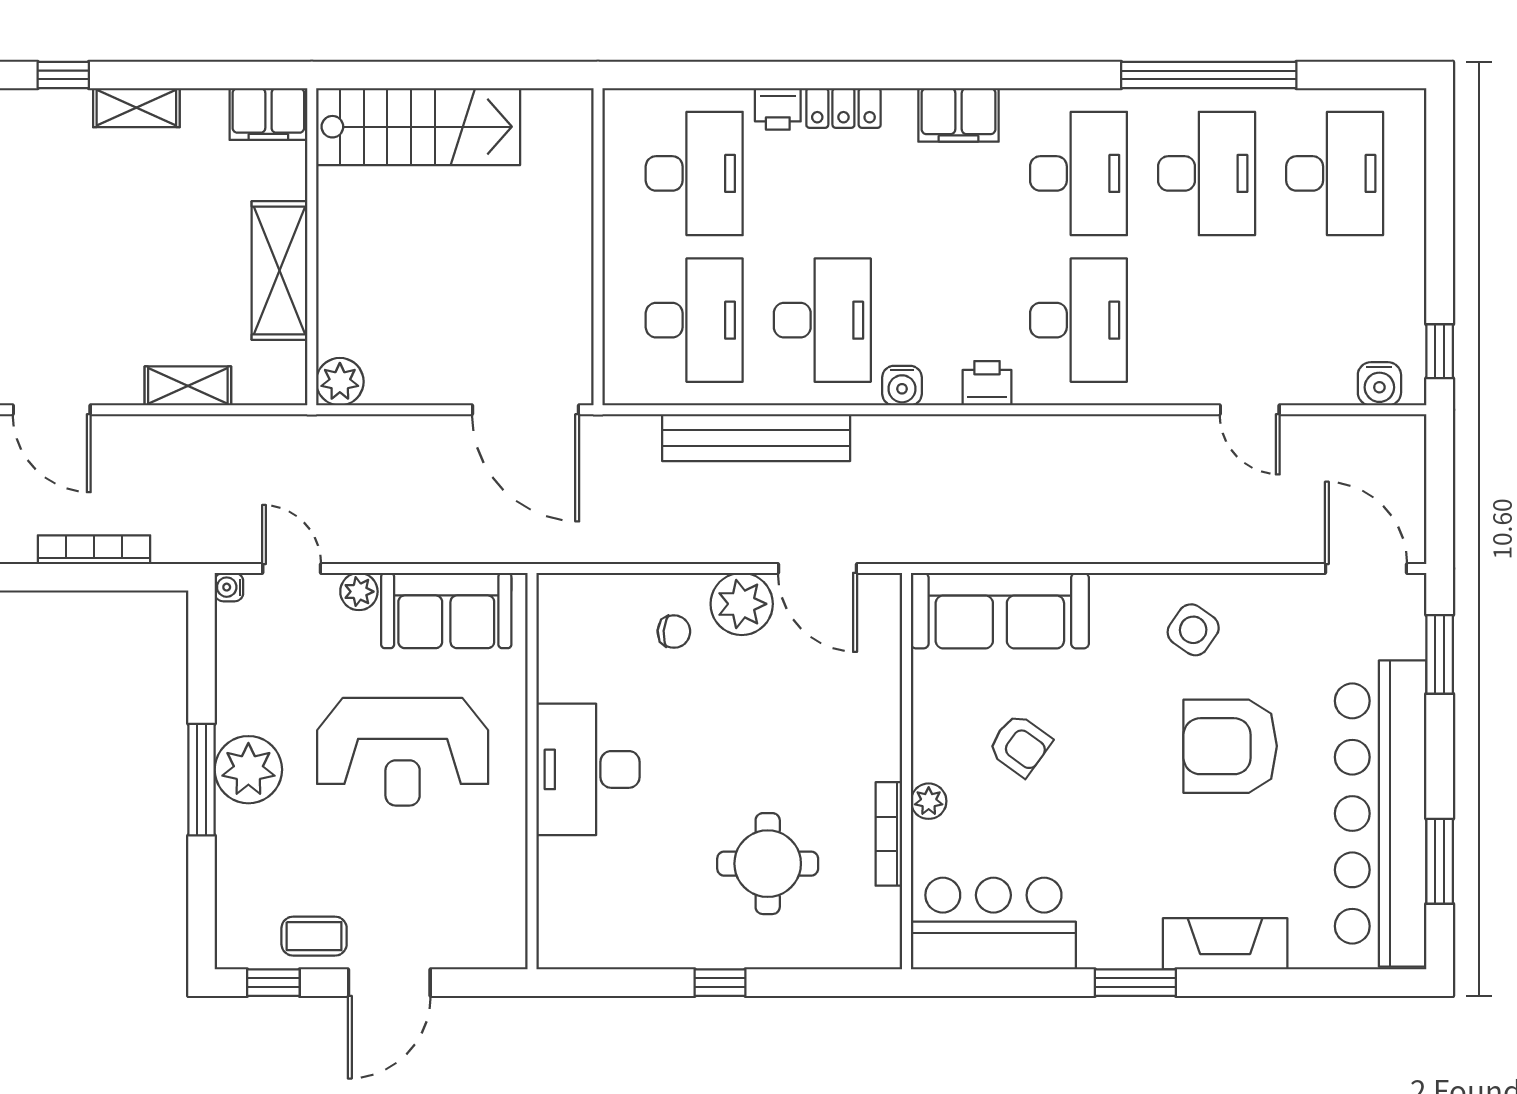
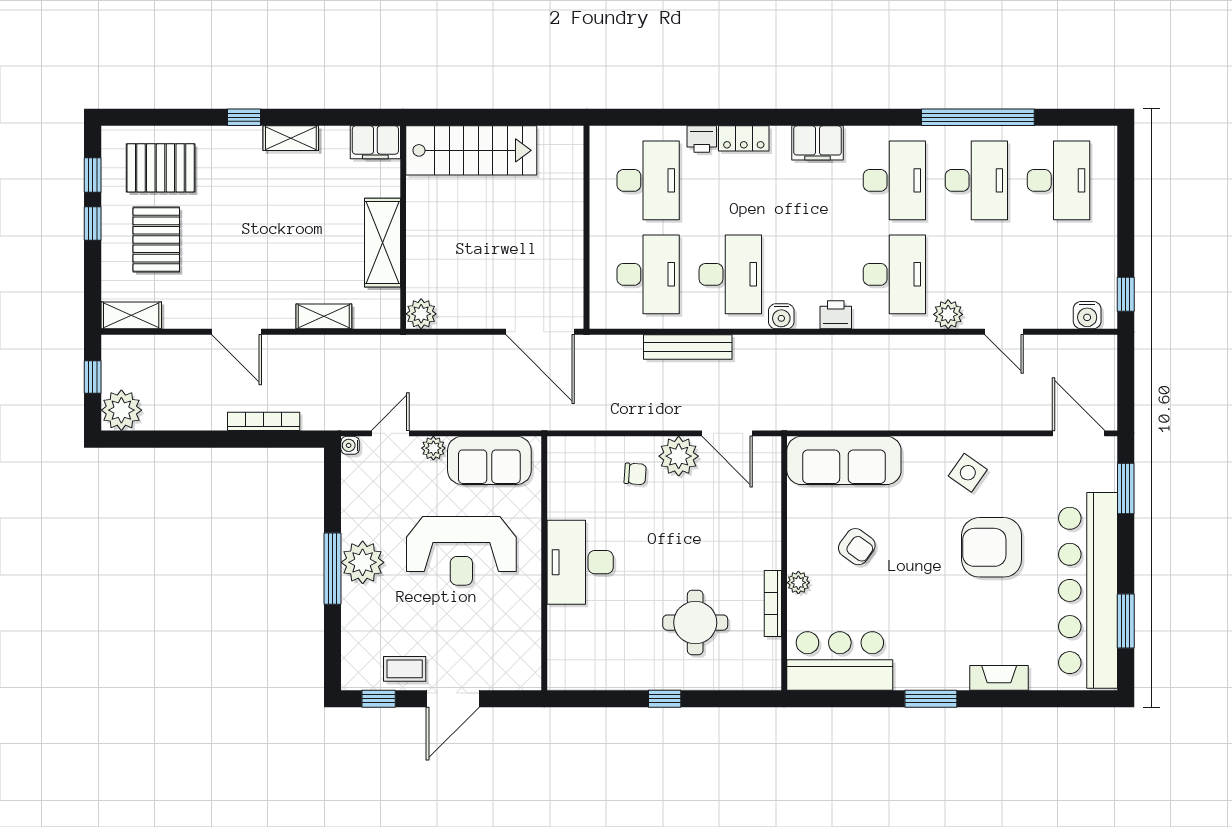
plant: (1162, 383) -> (948, 314), added
bench: (756, 438) -> (688, 347), width x0.73, depth x0.82
door: (292, 568) -> (390, 433), hinge flipped
fireplace: (1225, 944) -> (999, 678), width x0.73, depth x0.76

